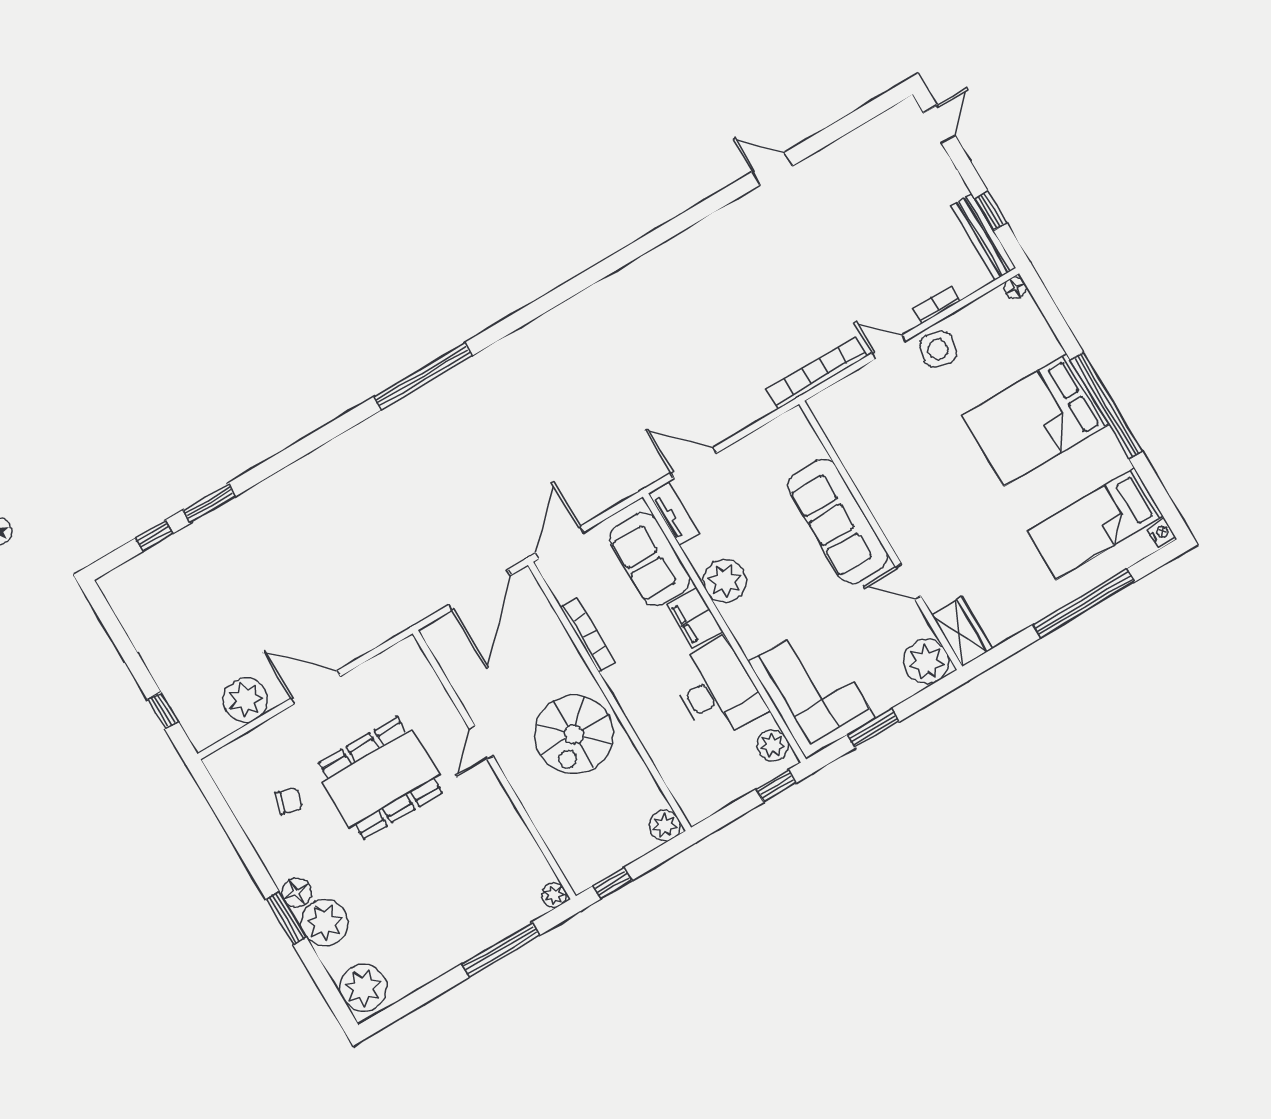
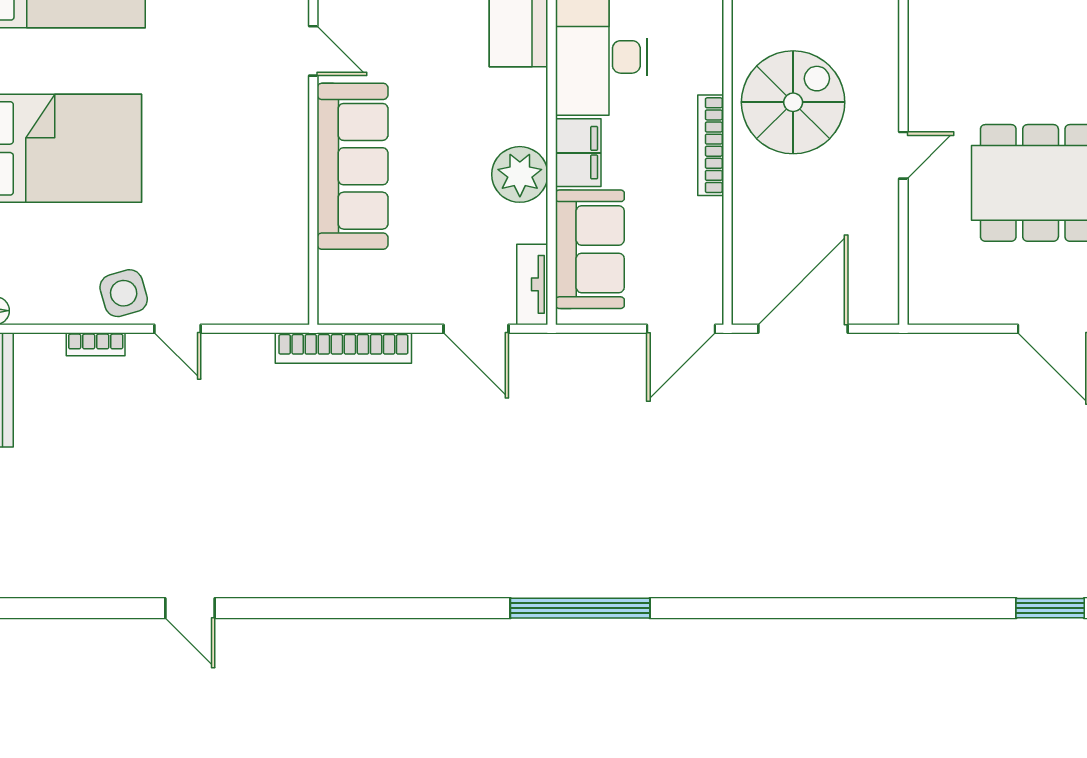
side table: (938, 349) -> (124, 293), turned -32
bookcase: (817, 373) -> (343, 348), moved
window: (423, 376) -> (580, 608), moved
bookcase: (588, 635) -> (711, 145), moved

